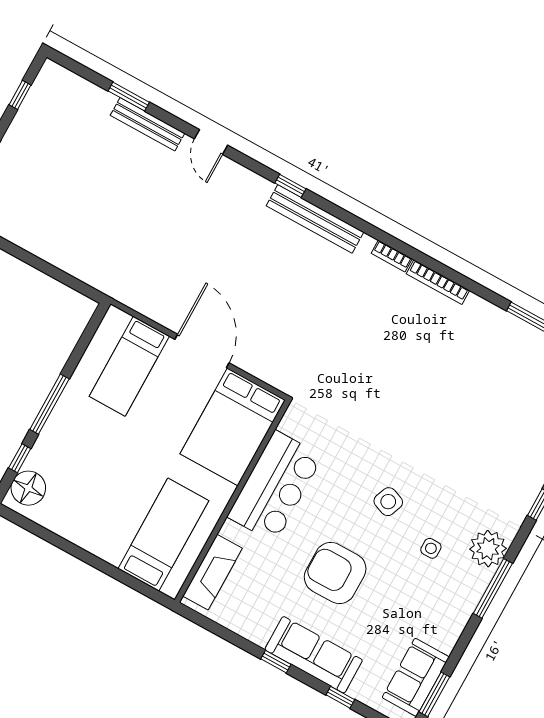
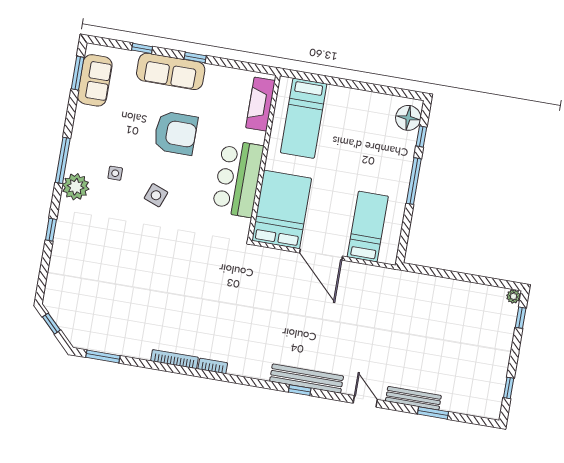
bench: (315, 219) -> (307, 379), moved

